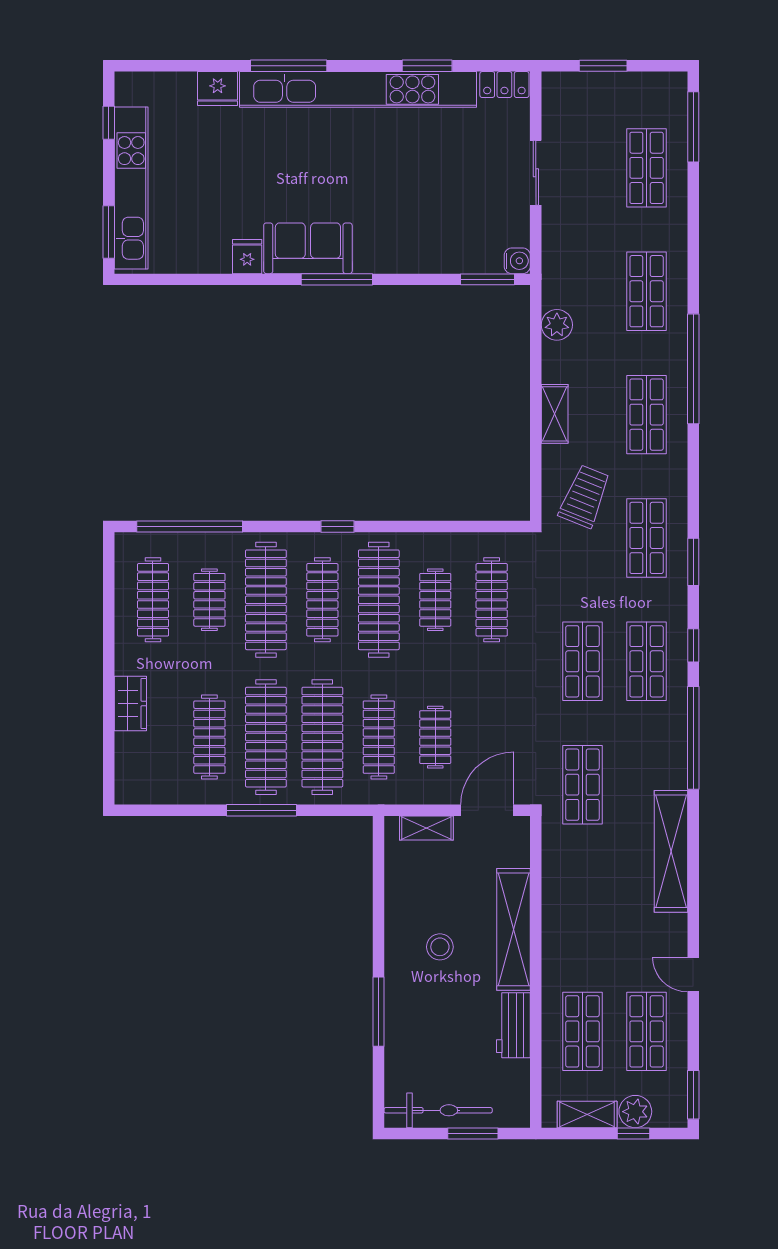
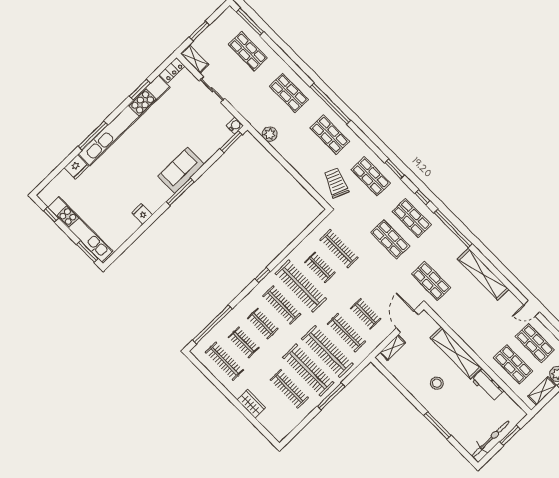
sofa: (308, 248) -> (181, 170), moved
shelving: (555, 414) -> (195, 59), moved
clothes rail: (266, 600) -> (263, 324), width x0.54, depth x0.76

